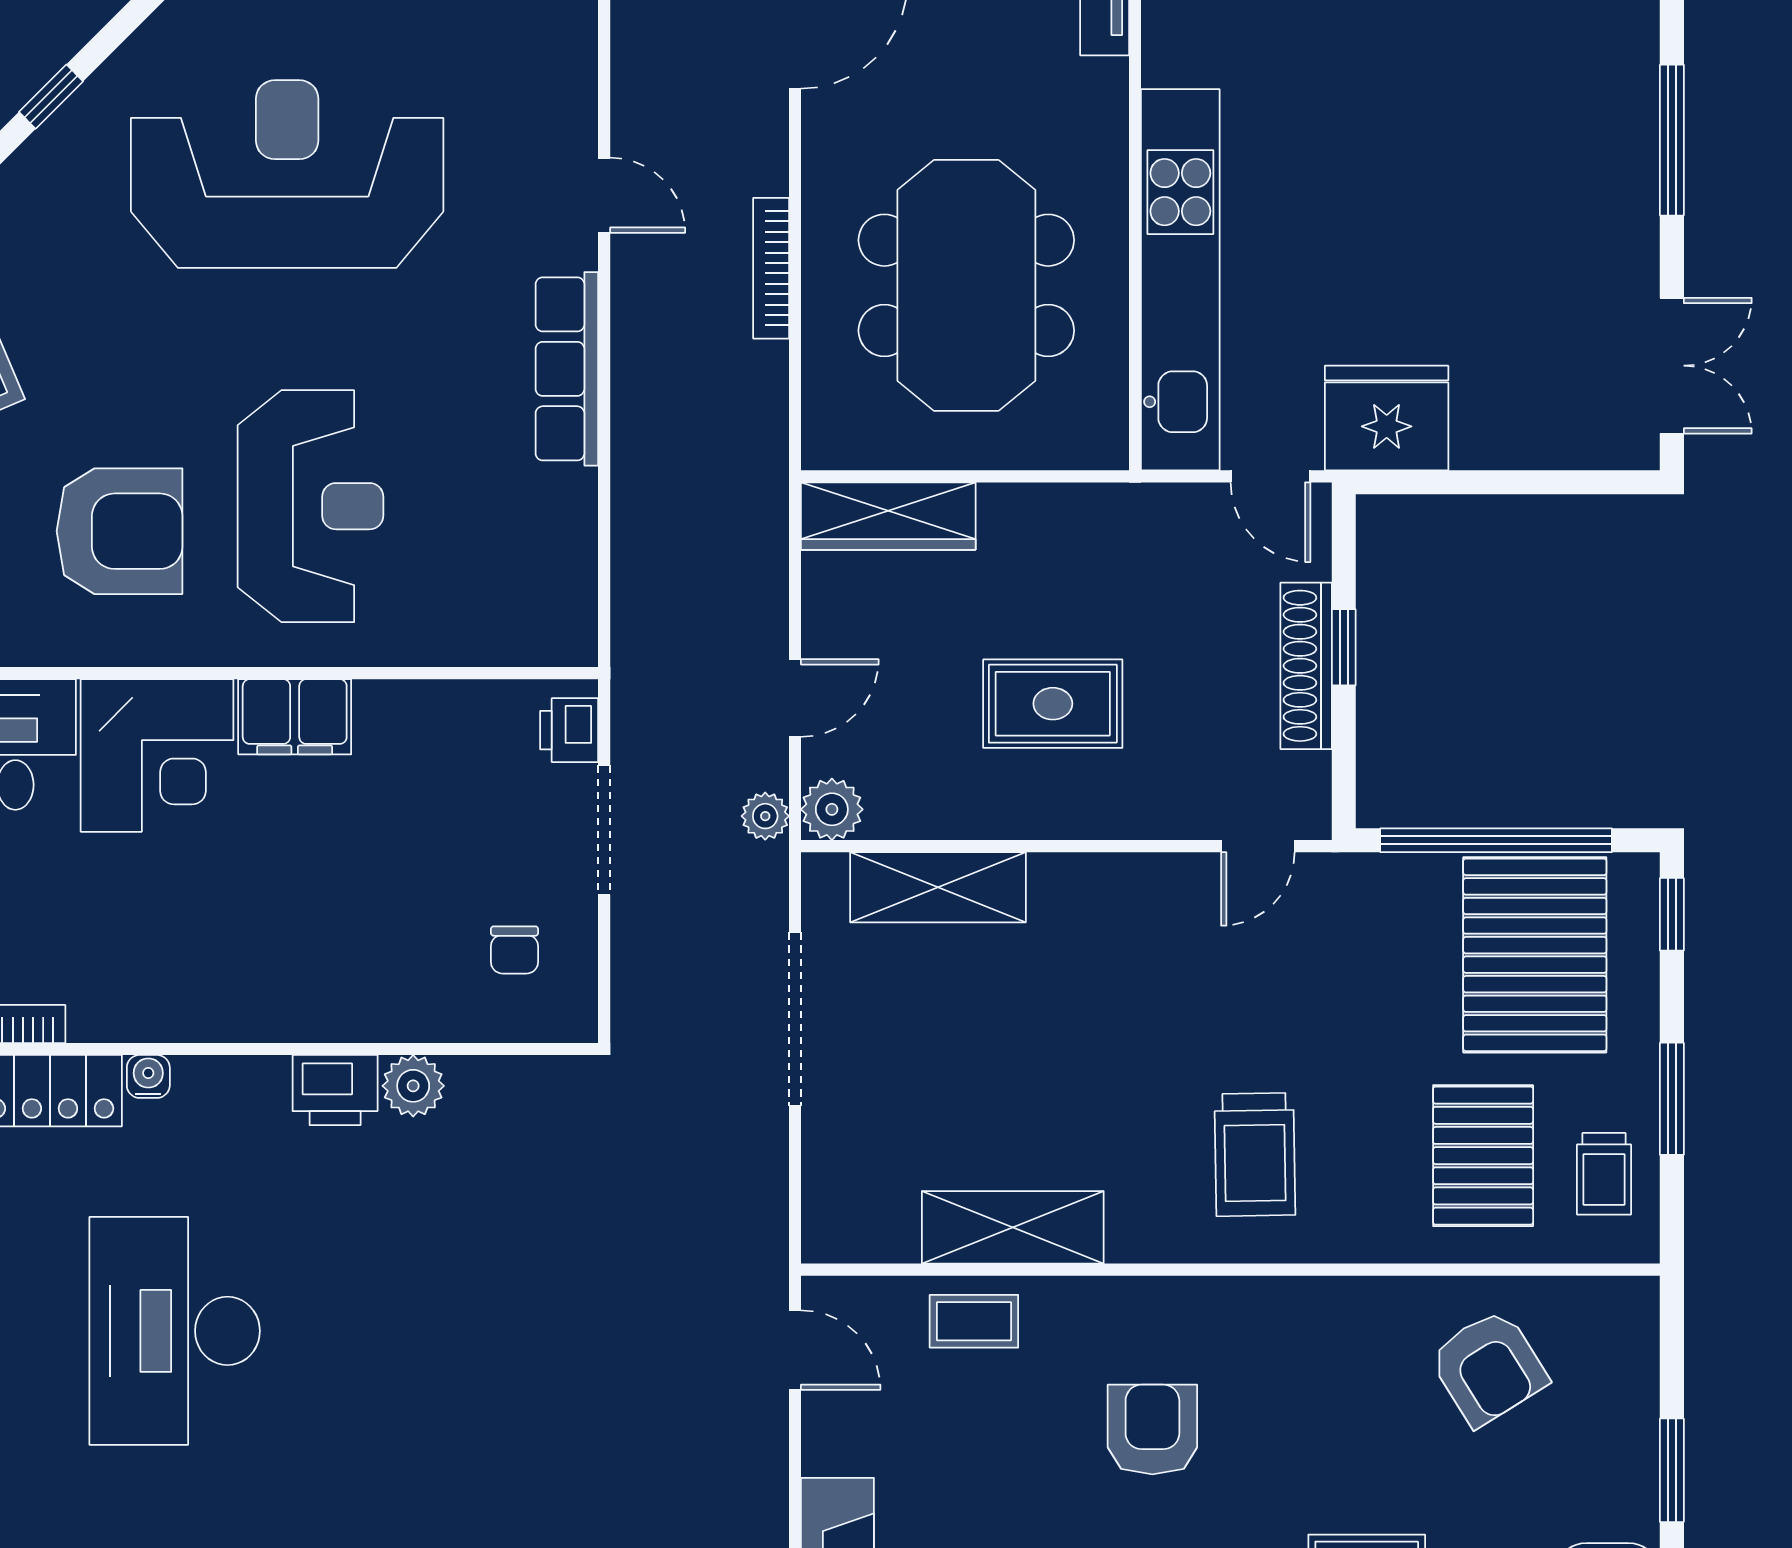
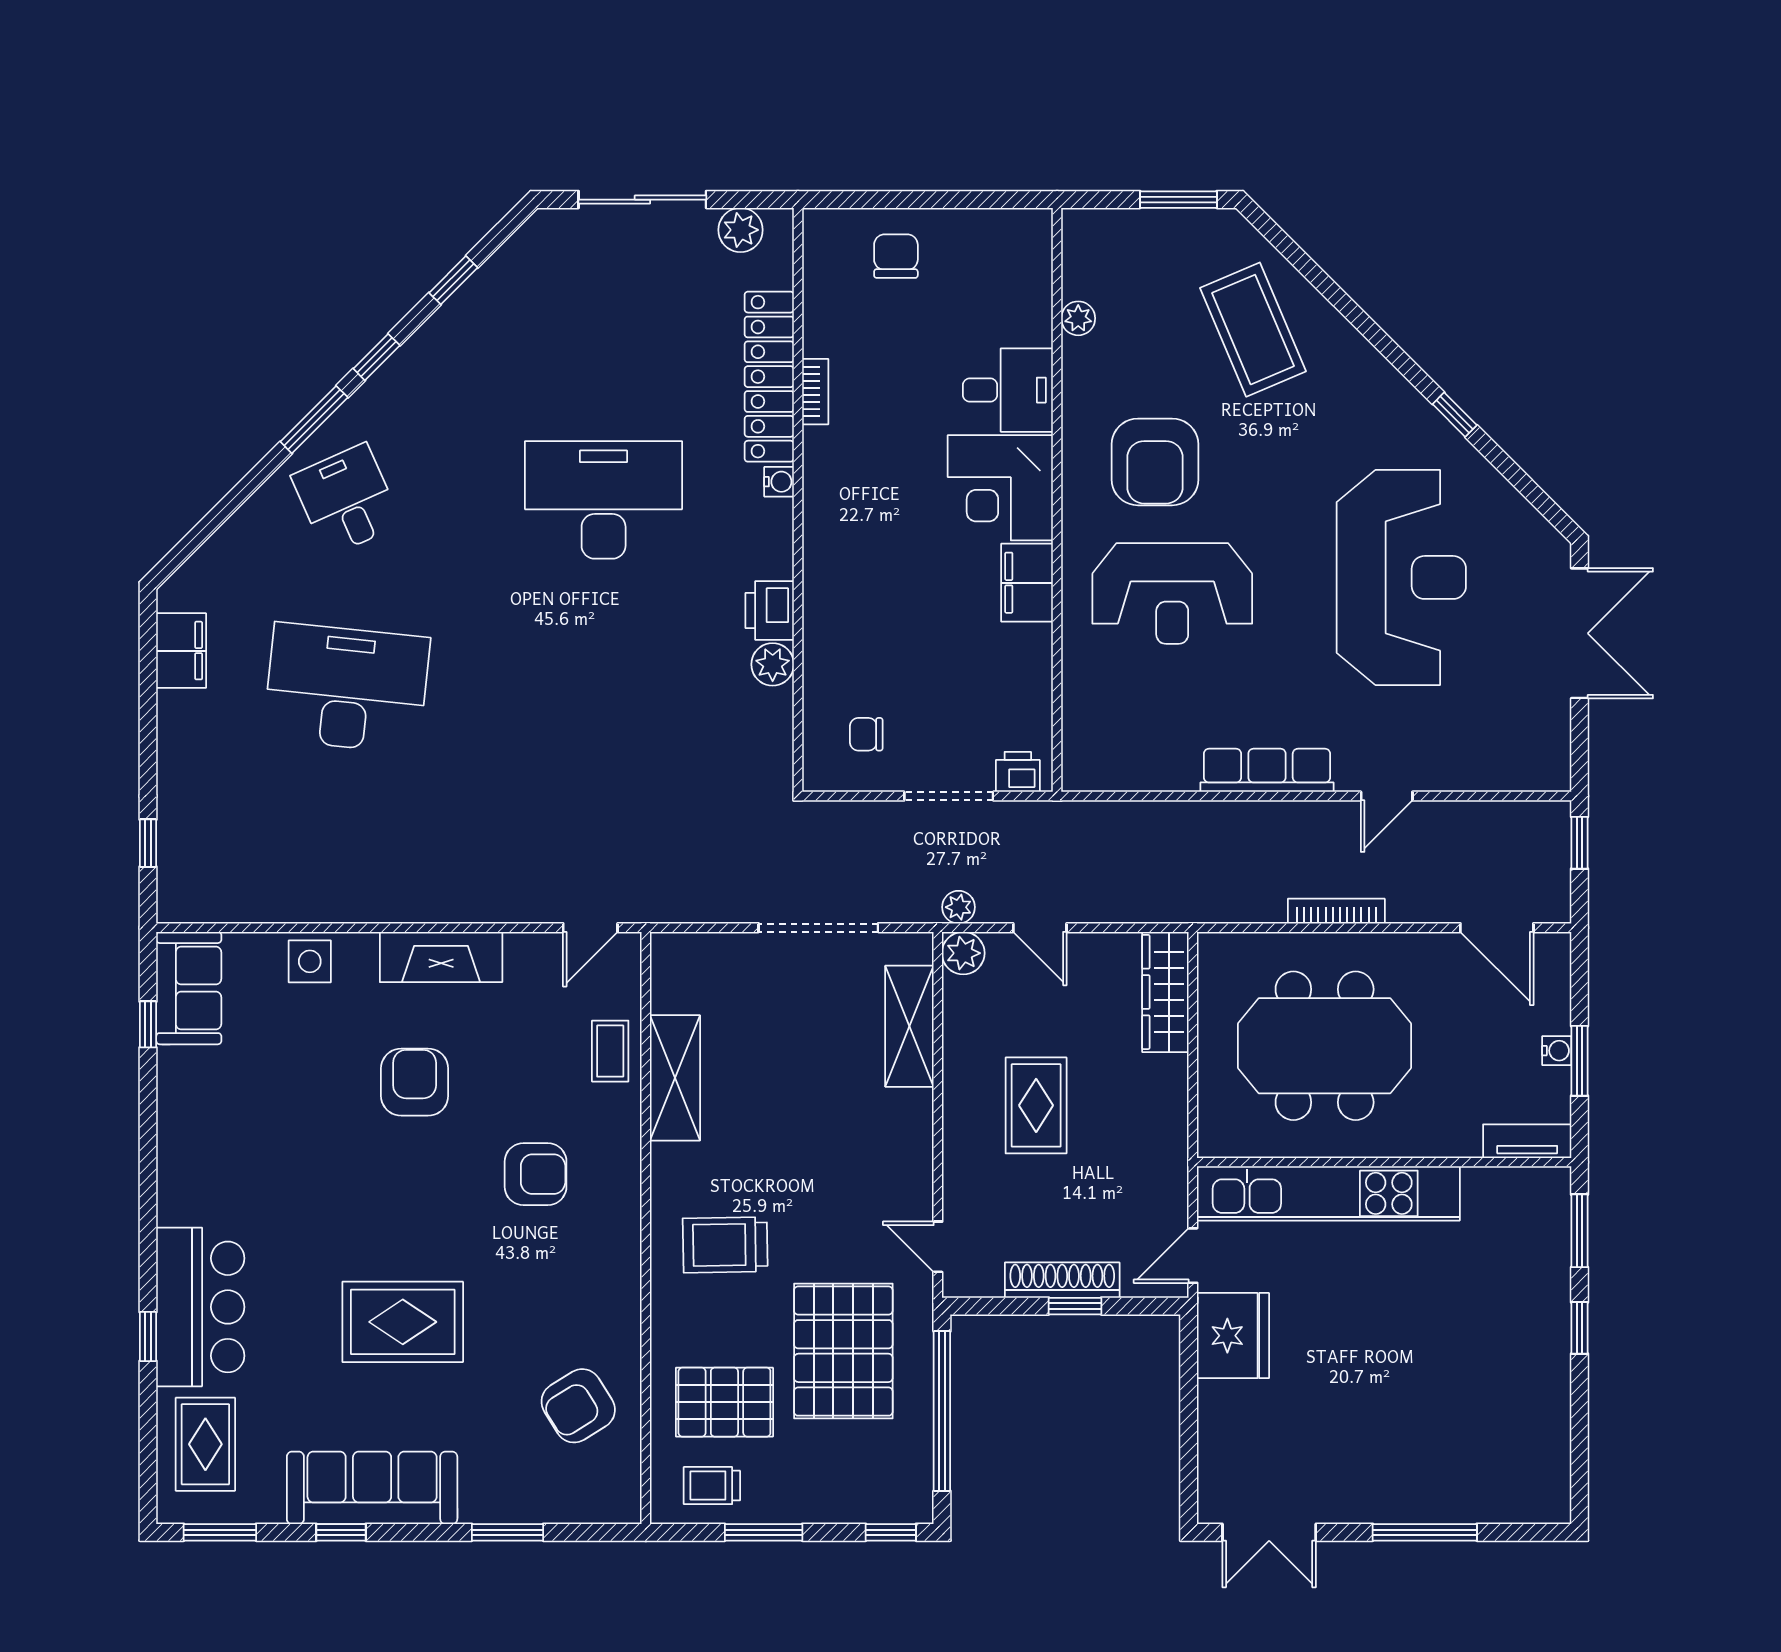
pallet: (1535, 955) -> (843, 1351), moved, turned 90

